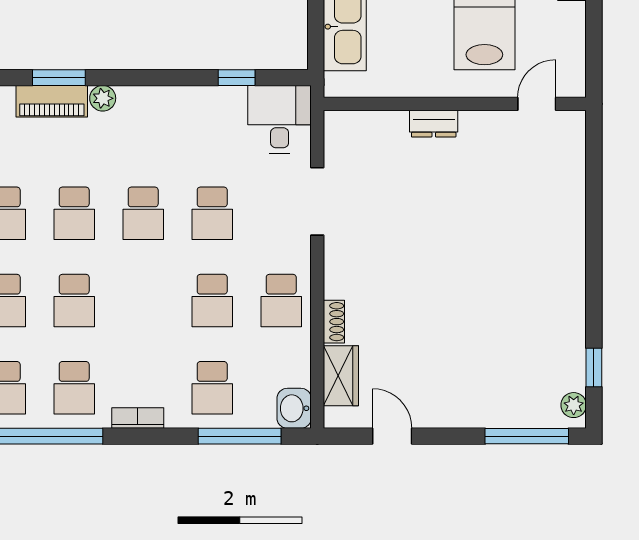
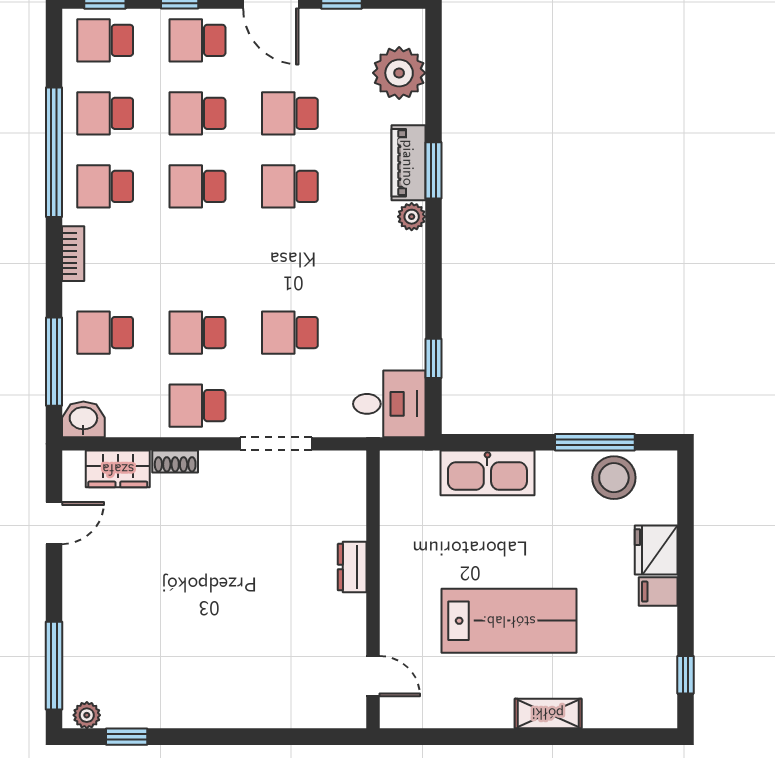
wall: (455, 104) -> (373, 589), moved
door: (537, 104) -> (373, 676), moved
dresser: (434, 124) -> (352, 567), moved
doorway: (317, 201) -> (276, 444), moved
school desk: (143, 213) -> (290, 259), removed

